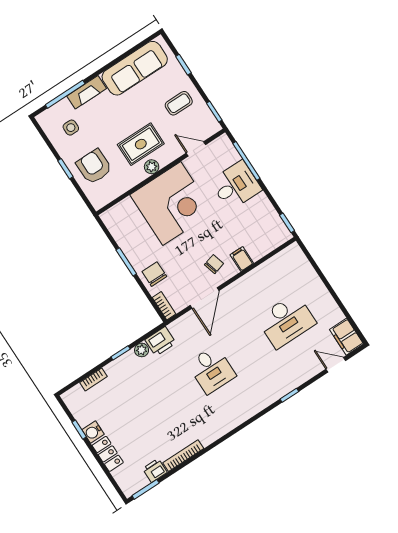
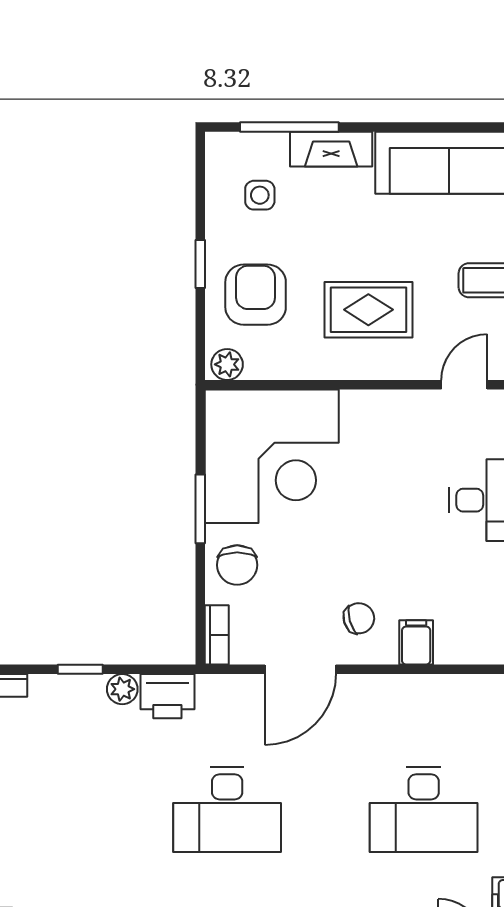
door: (196, 149) -> (464, 385), hinge flipped
plant: (152, 167) -> (227, 364), moved
corner desk: (172, 204) -> (272, 456), moved
chair: (154, 274) -> (237, 565), turned 180
desk: (212, 370) -> (227, 810), width x1.37

